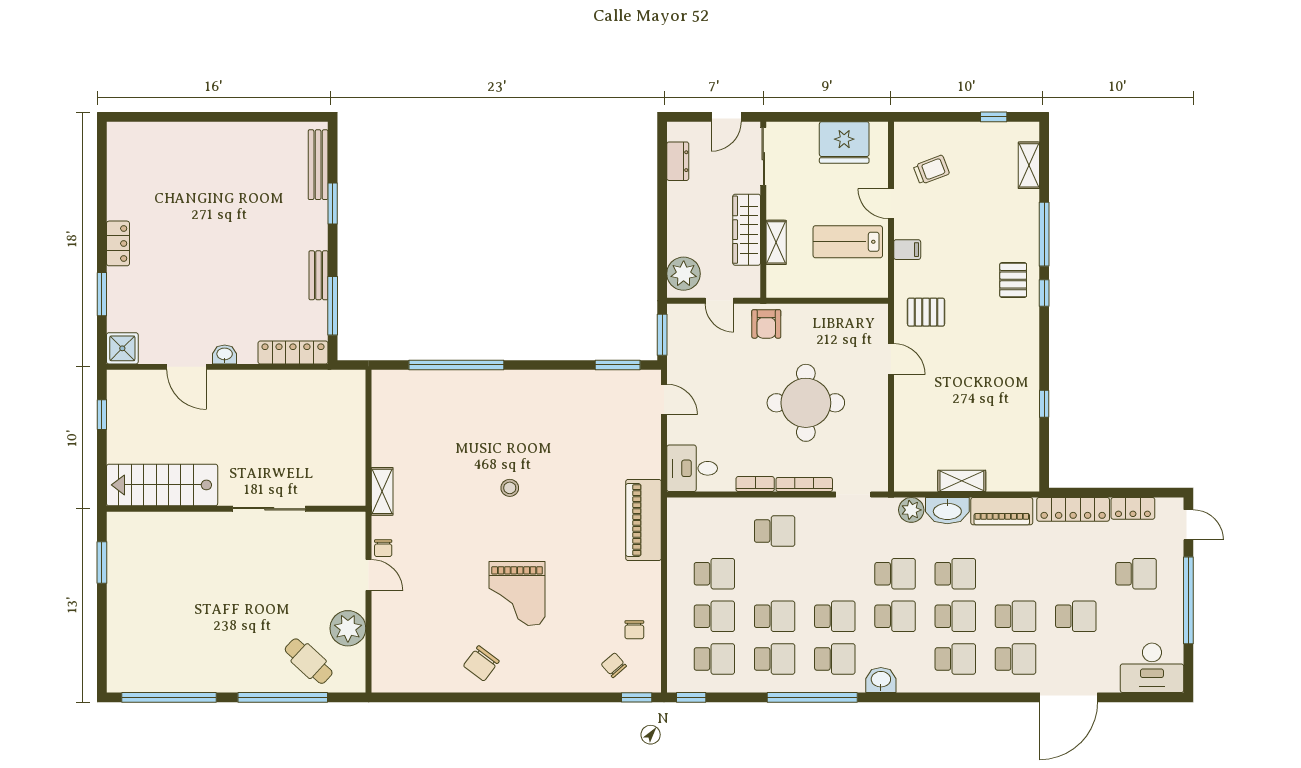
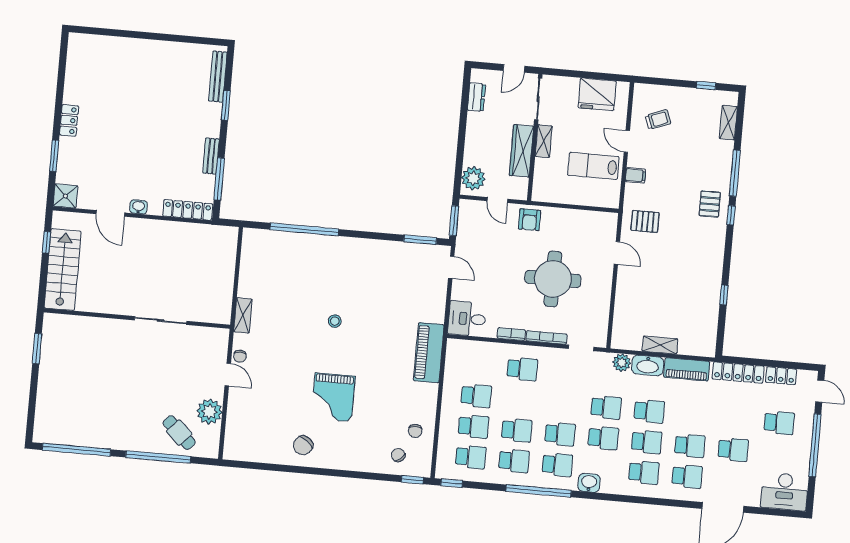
shelving: (776, 242) -> (544, 141), moved
stairs: (162, 485) -> (63, 270), moved, turned 90

